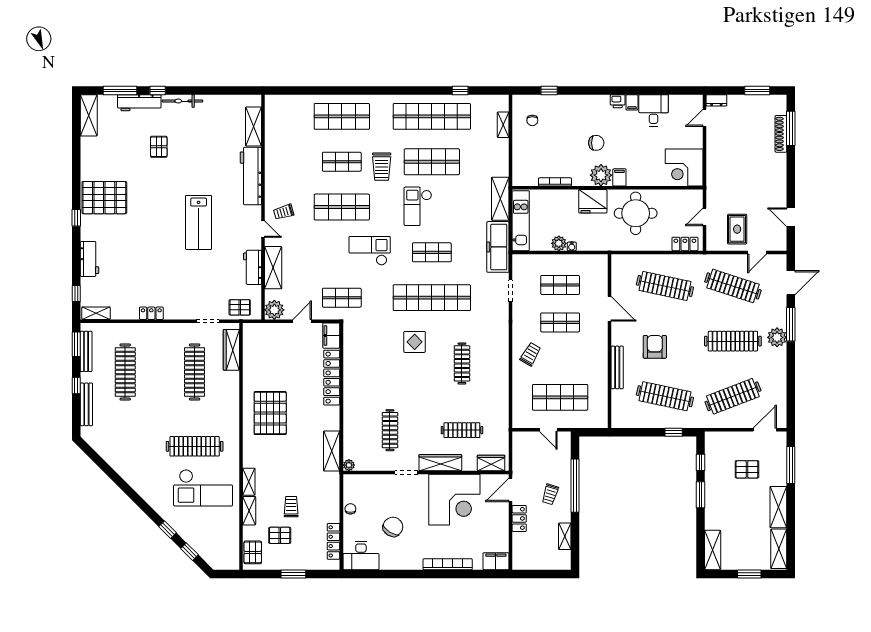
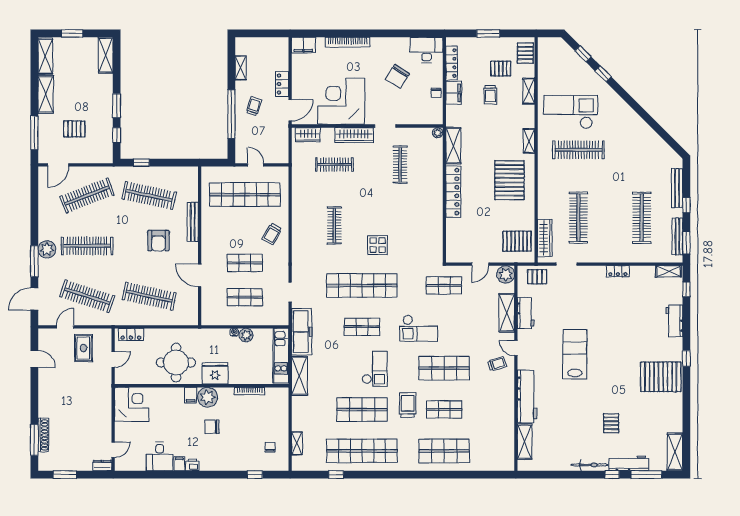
filing cabinet: (331, 336) -> (454, 93), moved
pallet: (262, 346) -> (517, 241), added
locker: (332, 378) -> (453, 192), moved
shop shelf: (560, 397) -> (245, 195), width x1.40
shelving: (249, 482) -> (529, 141), moved

